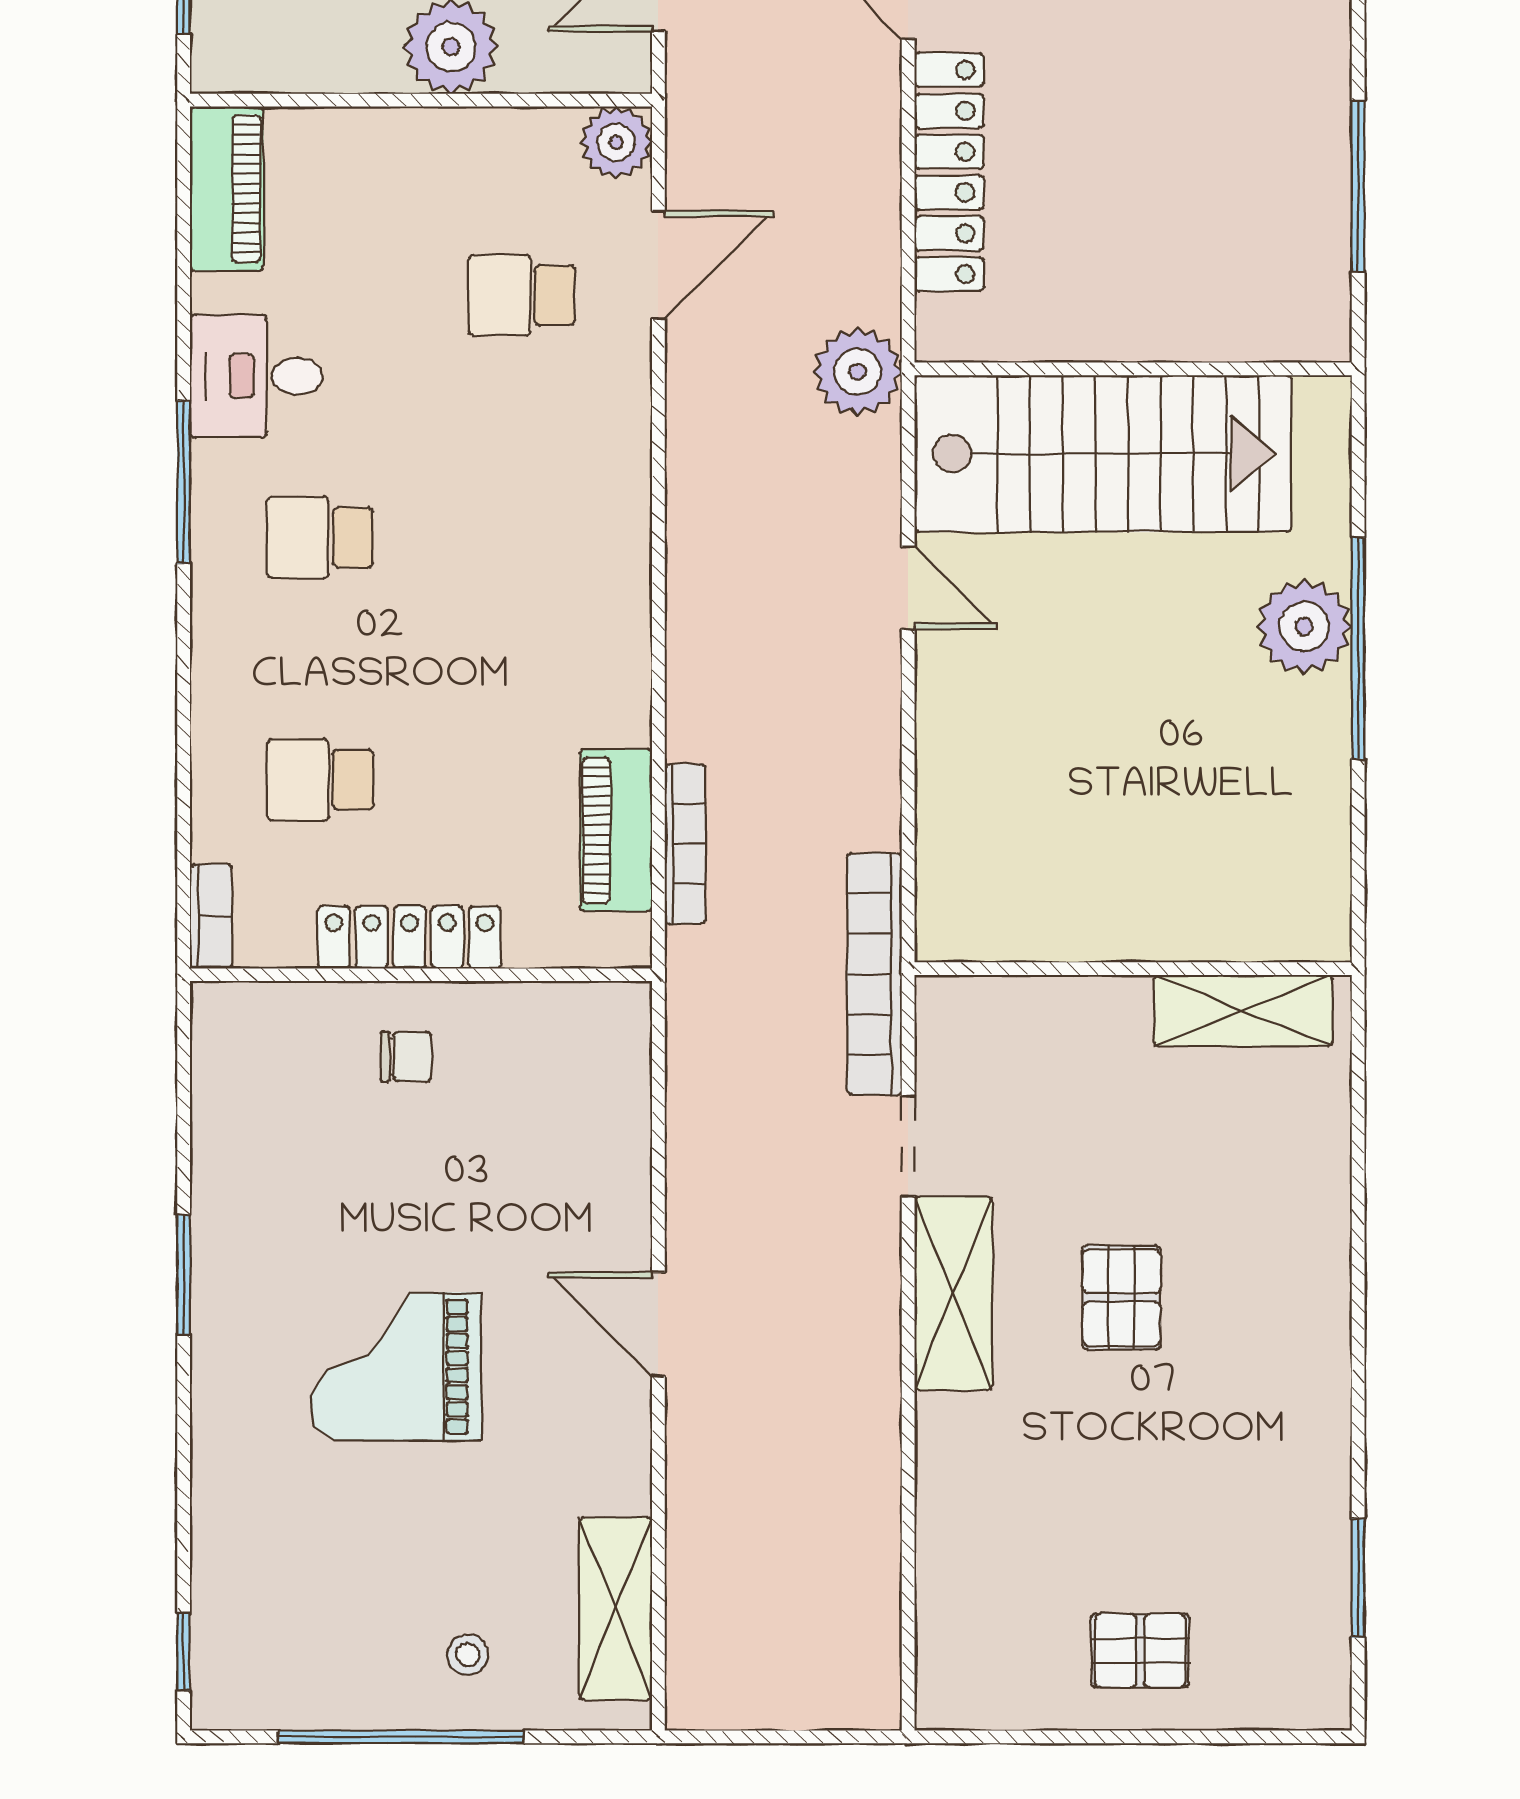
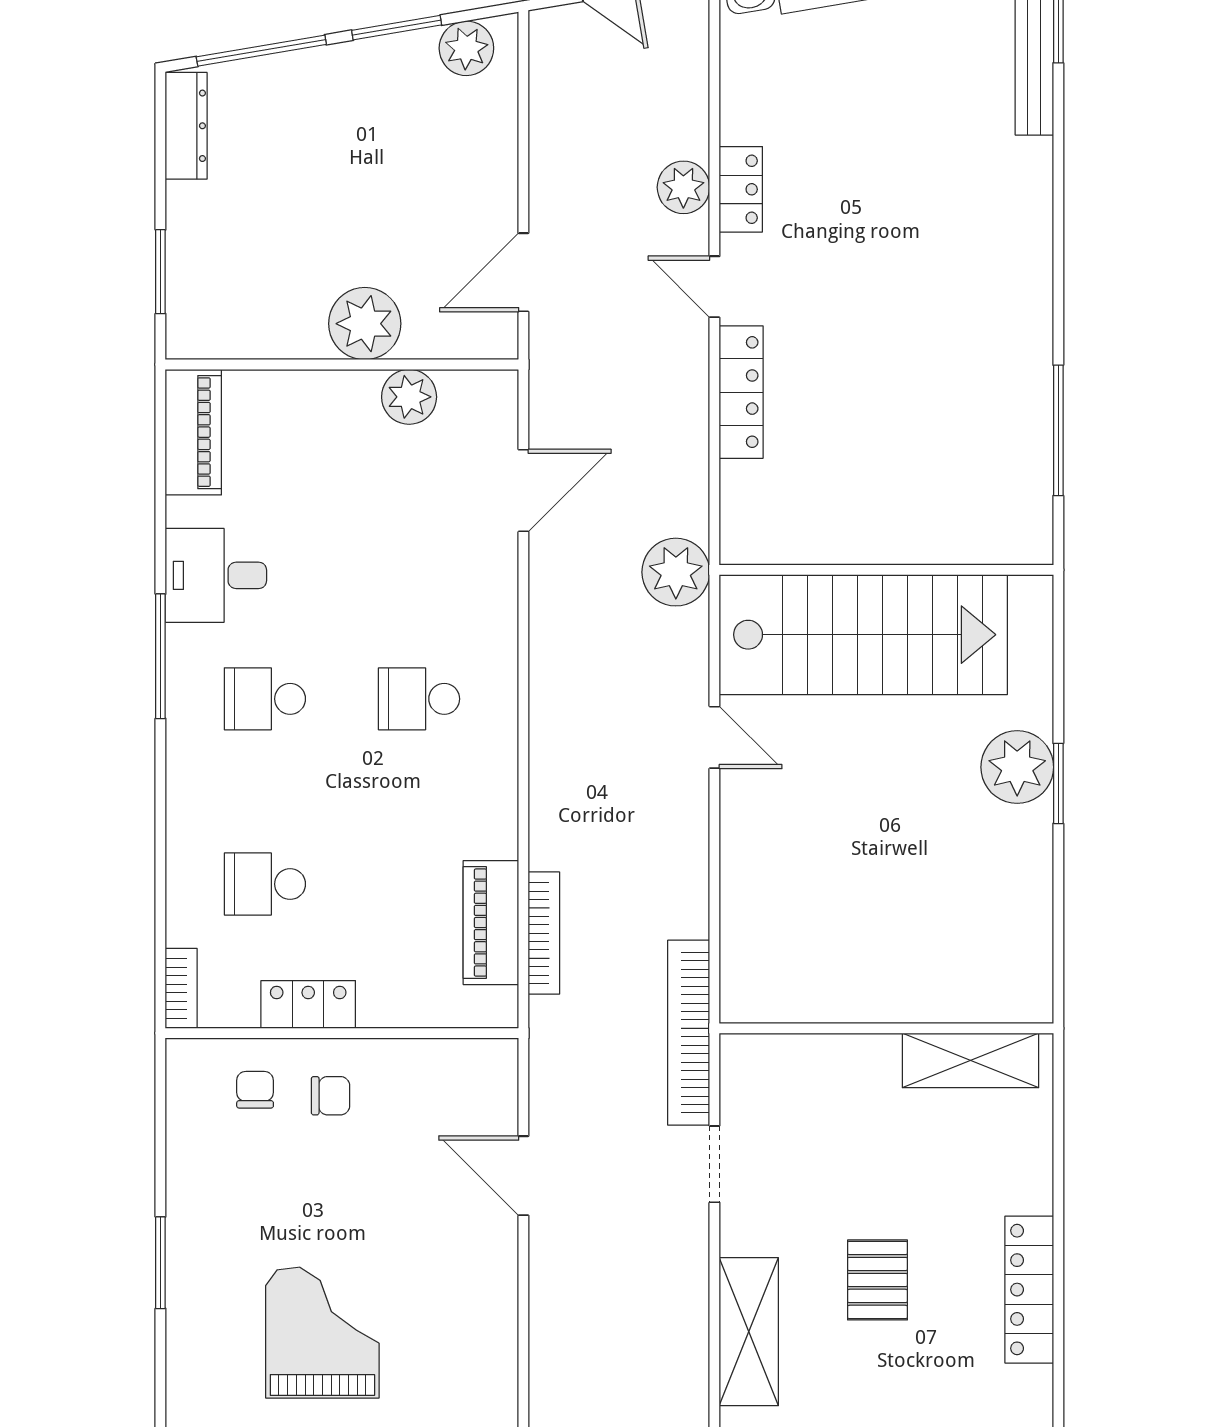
plant: (616, 142) -> (409, 397), moved
locker: (949, 172) -> (741, 392), width x0.71, depth x0.83
school desk: (522, 295) -> (419, 699), moved
window: (1358, 648) -> (1058, 783), width x0.47
locker: (409, 937) -> (308, 1004), width x0.66
chair: (307, 1049) -> (255, 1090), added
shelving: (953, 1294) -> (749, 1332), moved
locker: (1320, 1310) -> (1029, 1290), added
door: (658, 1324) -> (523, 1176), moved
grand piano: (395, 1367) -> (322, 1333), turned 90

